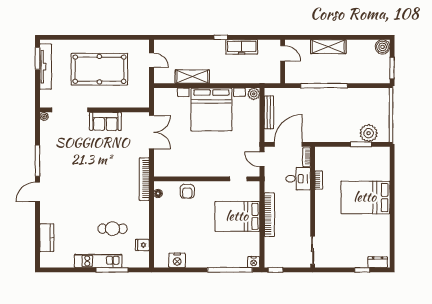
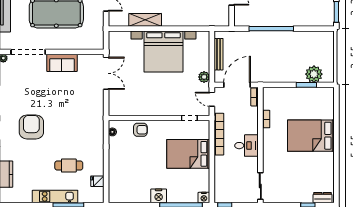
plant: (254, 94) -> (204, 77), moved
bookcase: (144, 179) -> (99, 118), removed
desk: (298, 179) -> (246, 146), moved
armchair: (73, 188) -> (31, 127), added
armchair: (187, 191) -> (140, 130), turned -90
bookcase: (269, 215) -> (219, 134), moved
nightstand: (177, 260) -> (159, 196), moved

